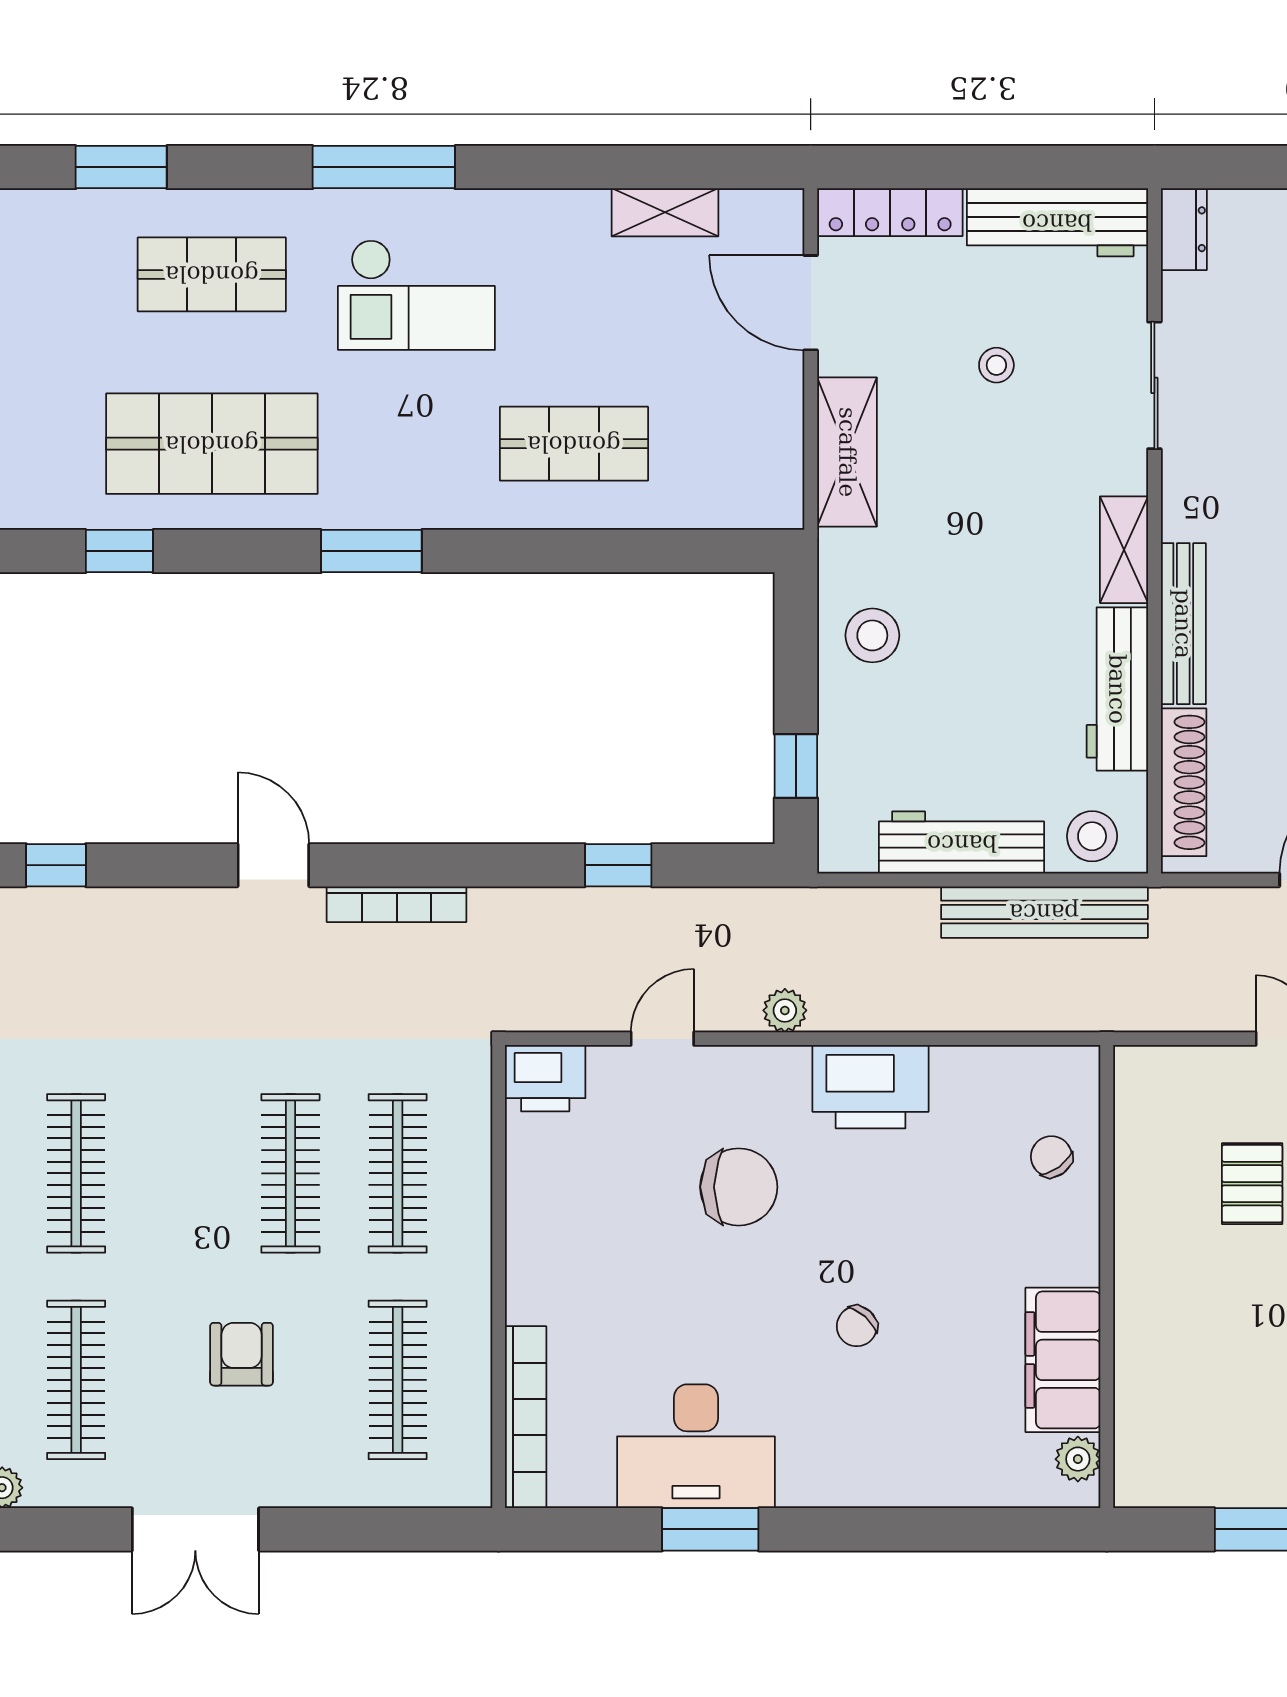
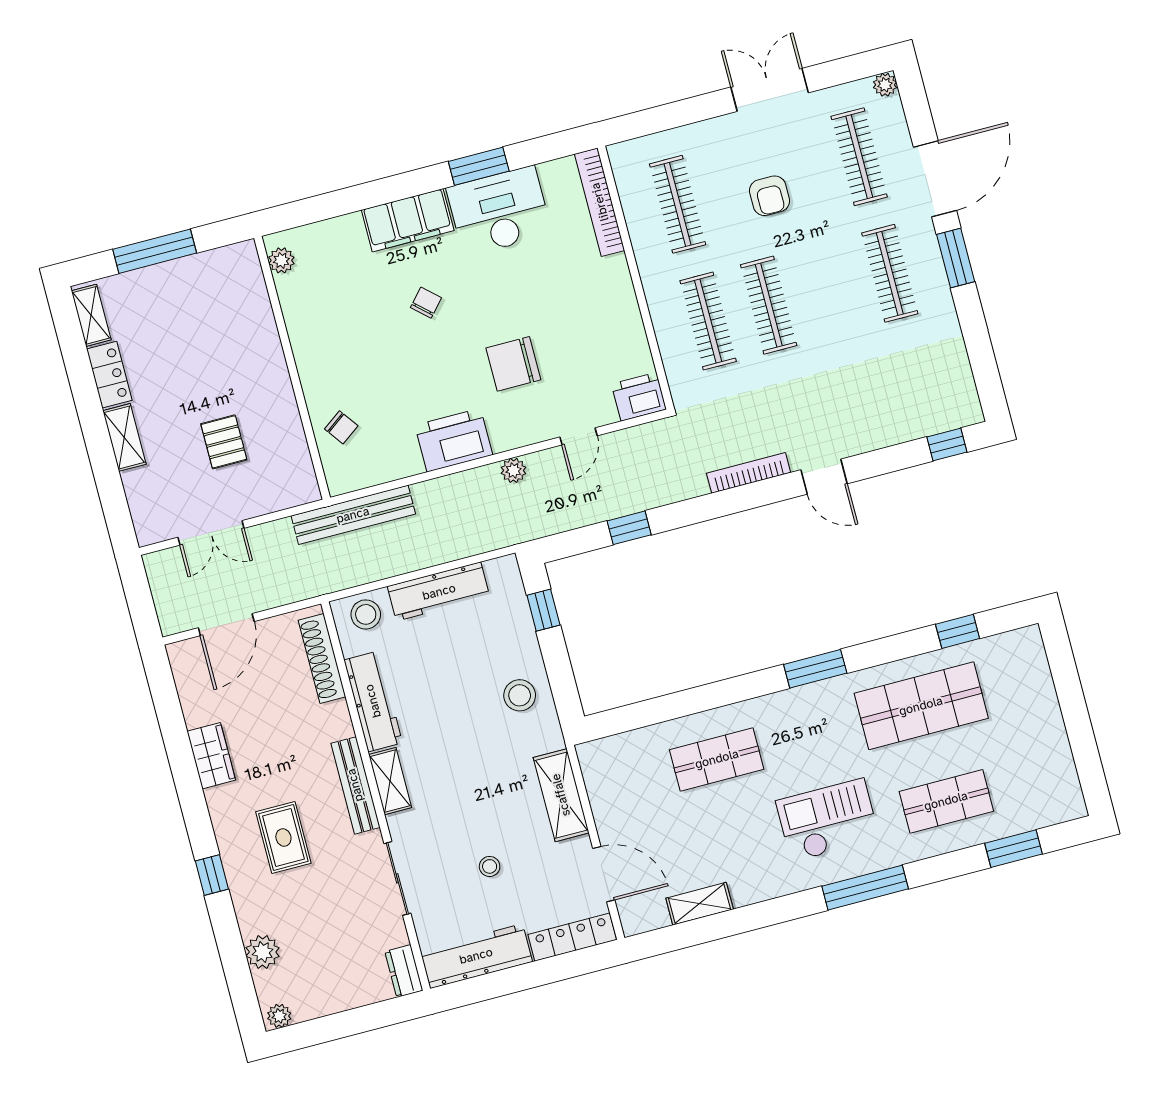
bench: (1183, 624) -> (355, 785), moved
bench: (1044, 912) -> (353, 515), moved
filing cabinet: (1063, 1360) -> (408, 220), moved, turned 90

